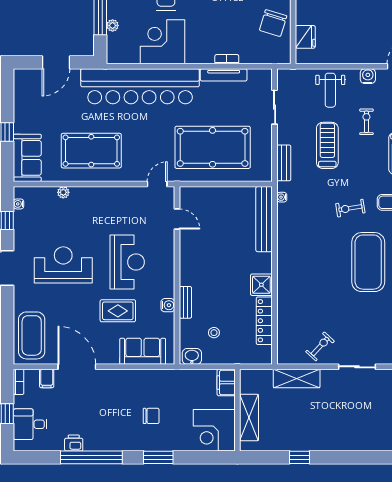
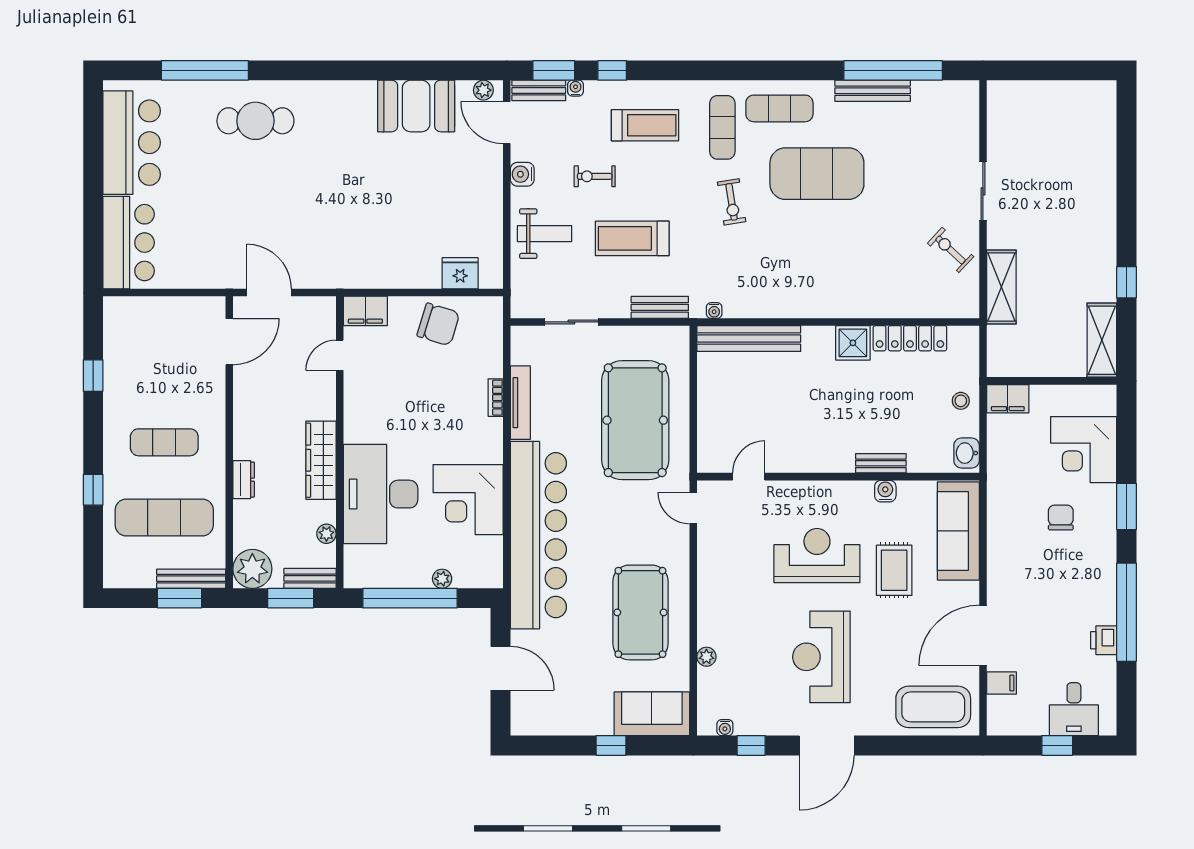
stool: (214, 333) -> (961, 401), moved
sofa: (143, 351) -> (958, 531), width x1.36
bookcase: (19, 382) -> (1007, 728), removed
shelving: (249, 418) -> (1102, 340), moved, turned 90
corner desk: (214, 430) -> (1084, 450), moved, turned 90

